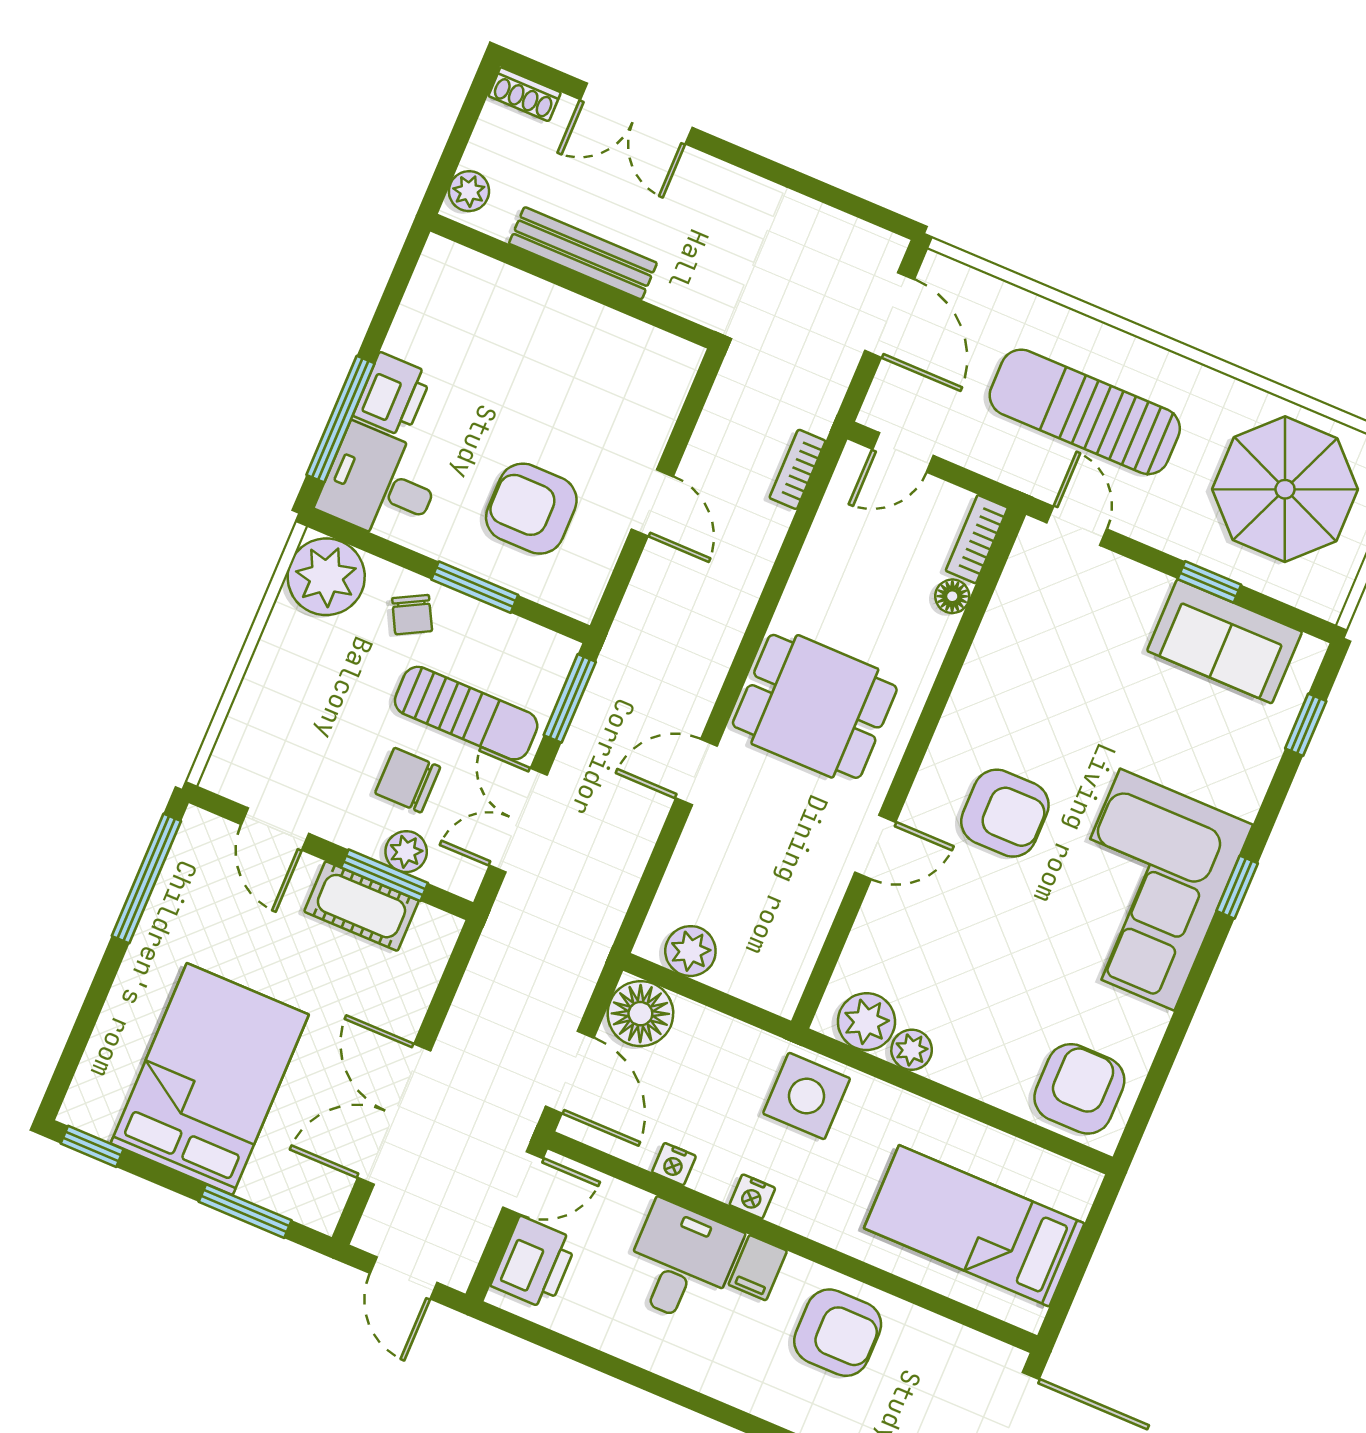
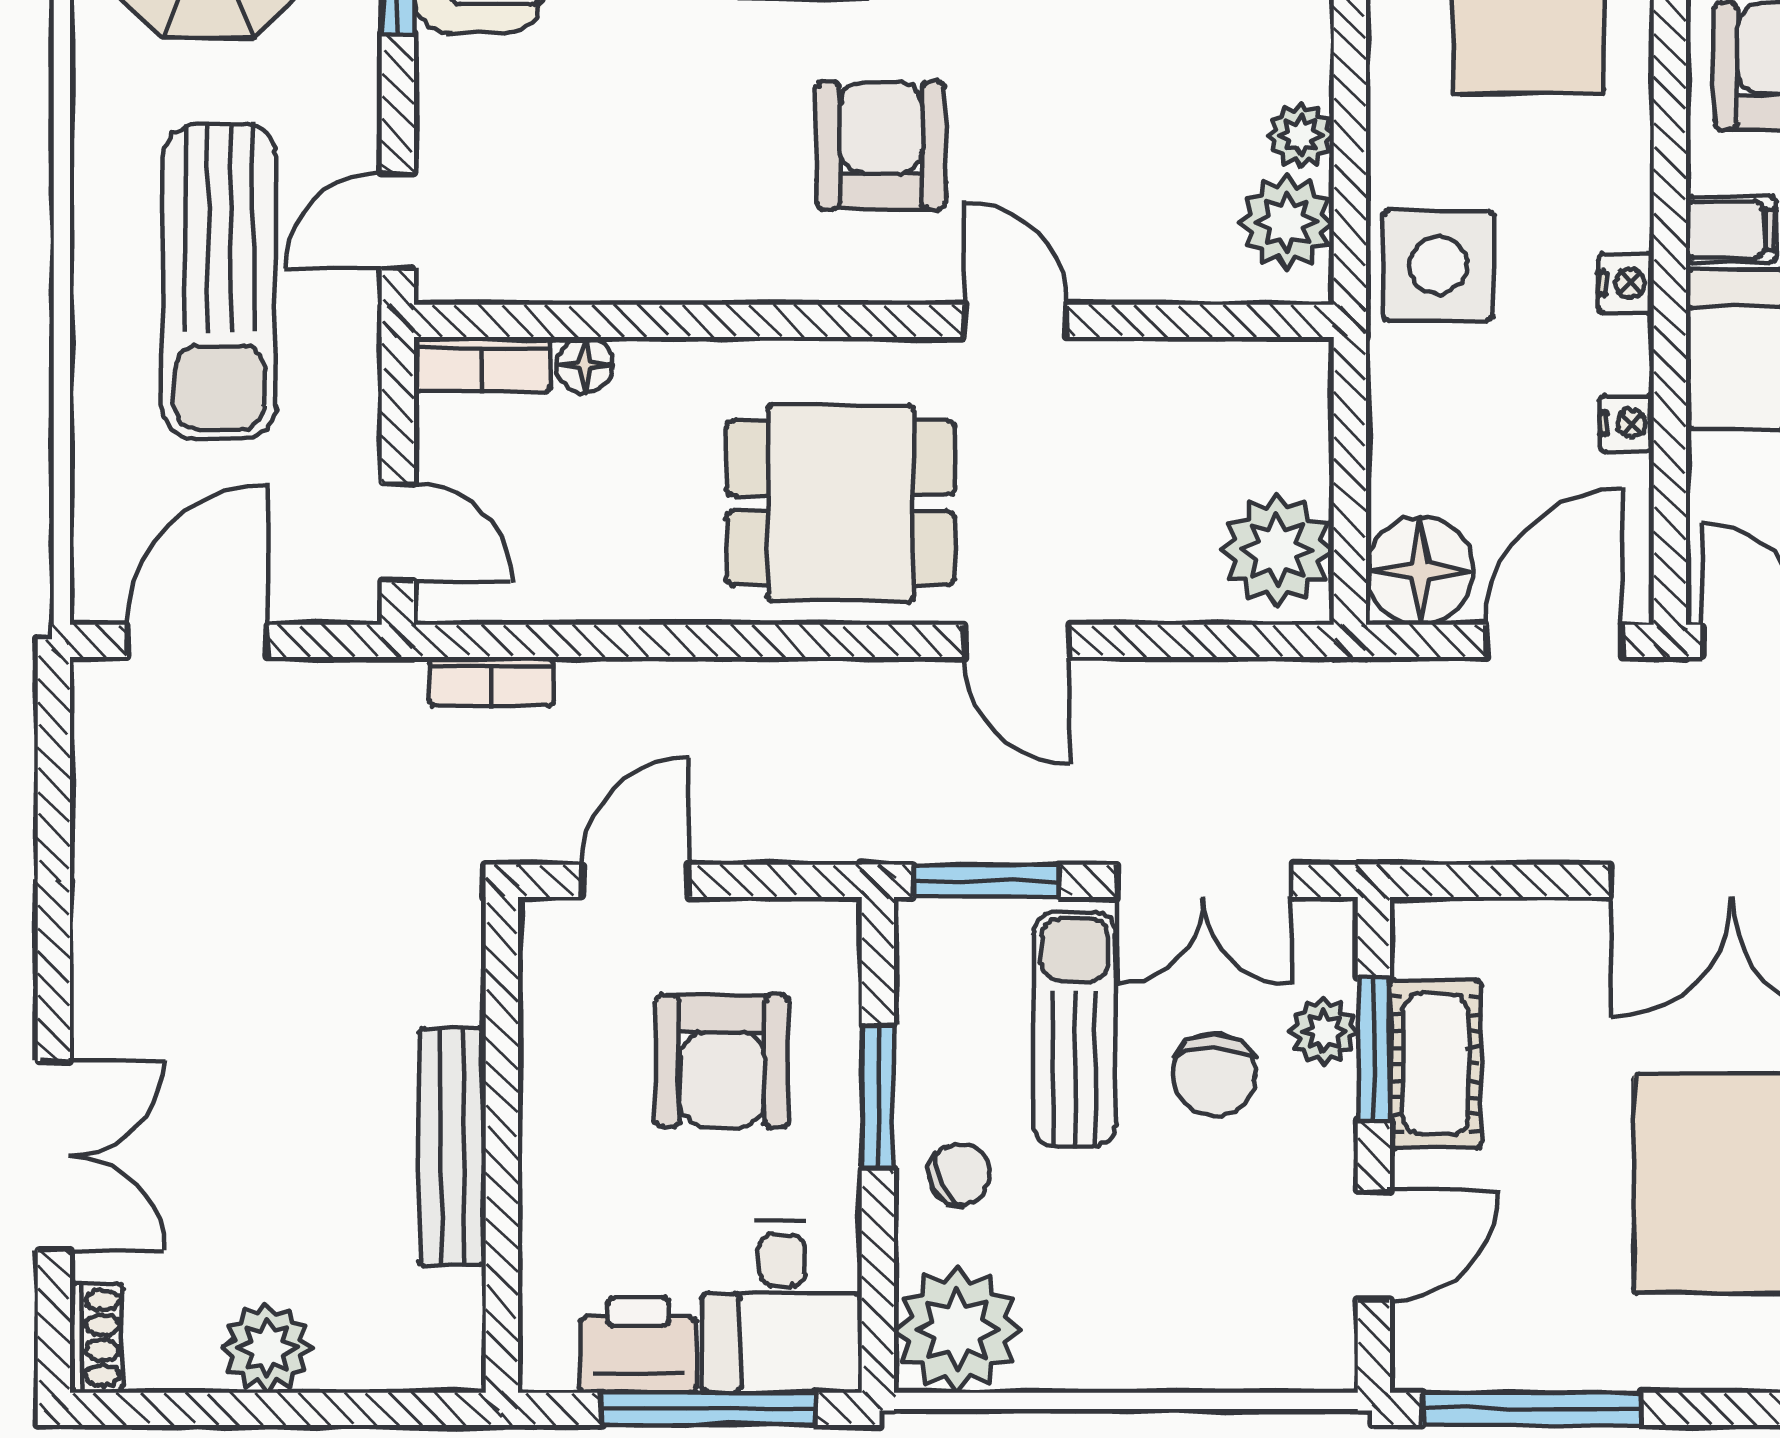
plant: (469, 191) -> (267, 1347), width x1.38, depth x1.38
bench: (583, 253) -> (452, 1147), moved
wall: (572, 281) -> (502, 1145), moved
dining table: (815, 706) -> (841, 503), turned 90
plant: (690, 951) -> (1277, 550), width x1.36, depth x1.36

